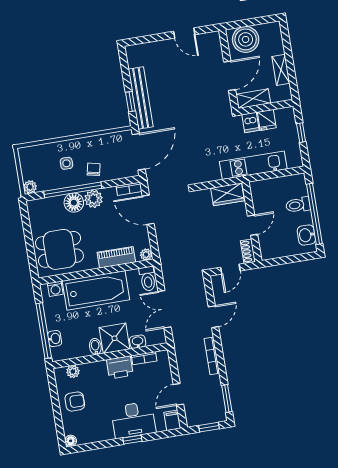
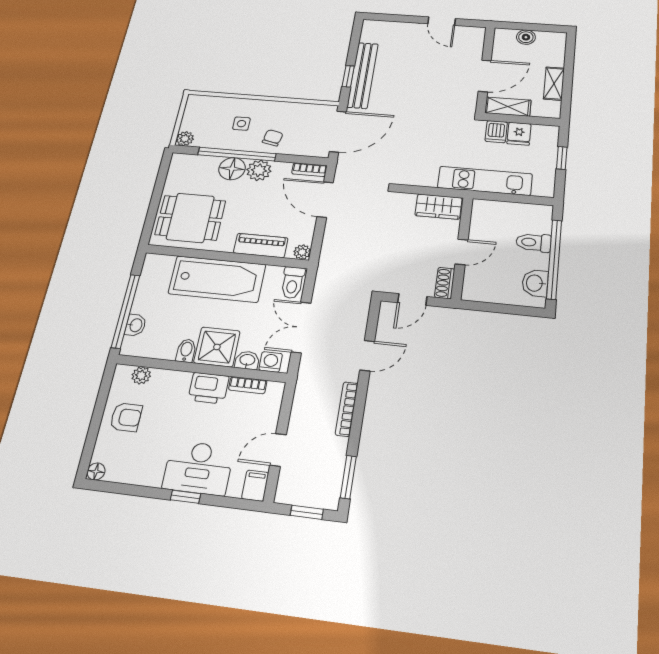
boiler: (246, 39) -> (526, 37), width x0.54, depth x0.54
washing machine: (55, 289) -> (271, 362), moved, turned 180

